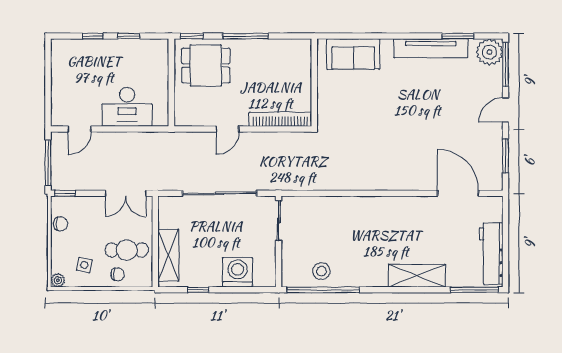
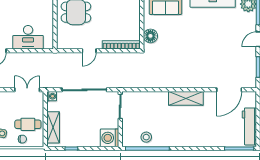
floor lamp: (329, 105) -> (150, 36), added
double door: (126, 193) -> (27, 90), swing flipped
door: (458, 193) -> (229, 90), swing flipped
washing machine: (166, 204) -> (52, 96), added
washing machine: (238, 272) -> (110, 138), moved, turned -90
shelving: (417, 276) -> (186, 98), moved

